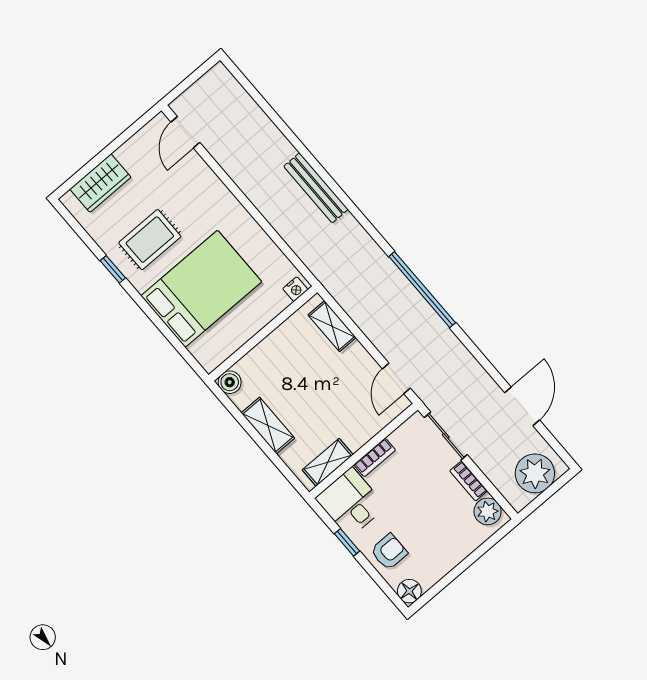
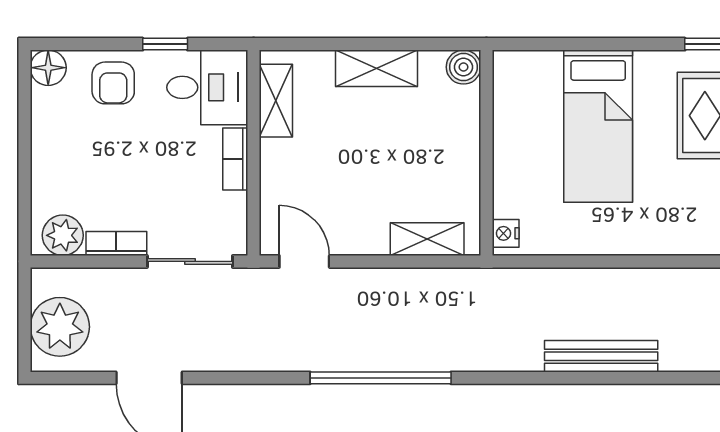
bed: (201, 289) -> (598, 126), width x0.67

